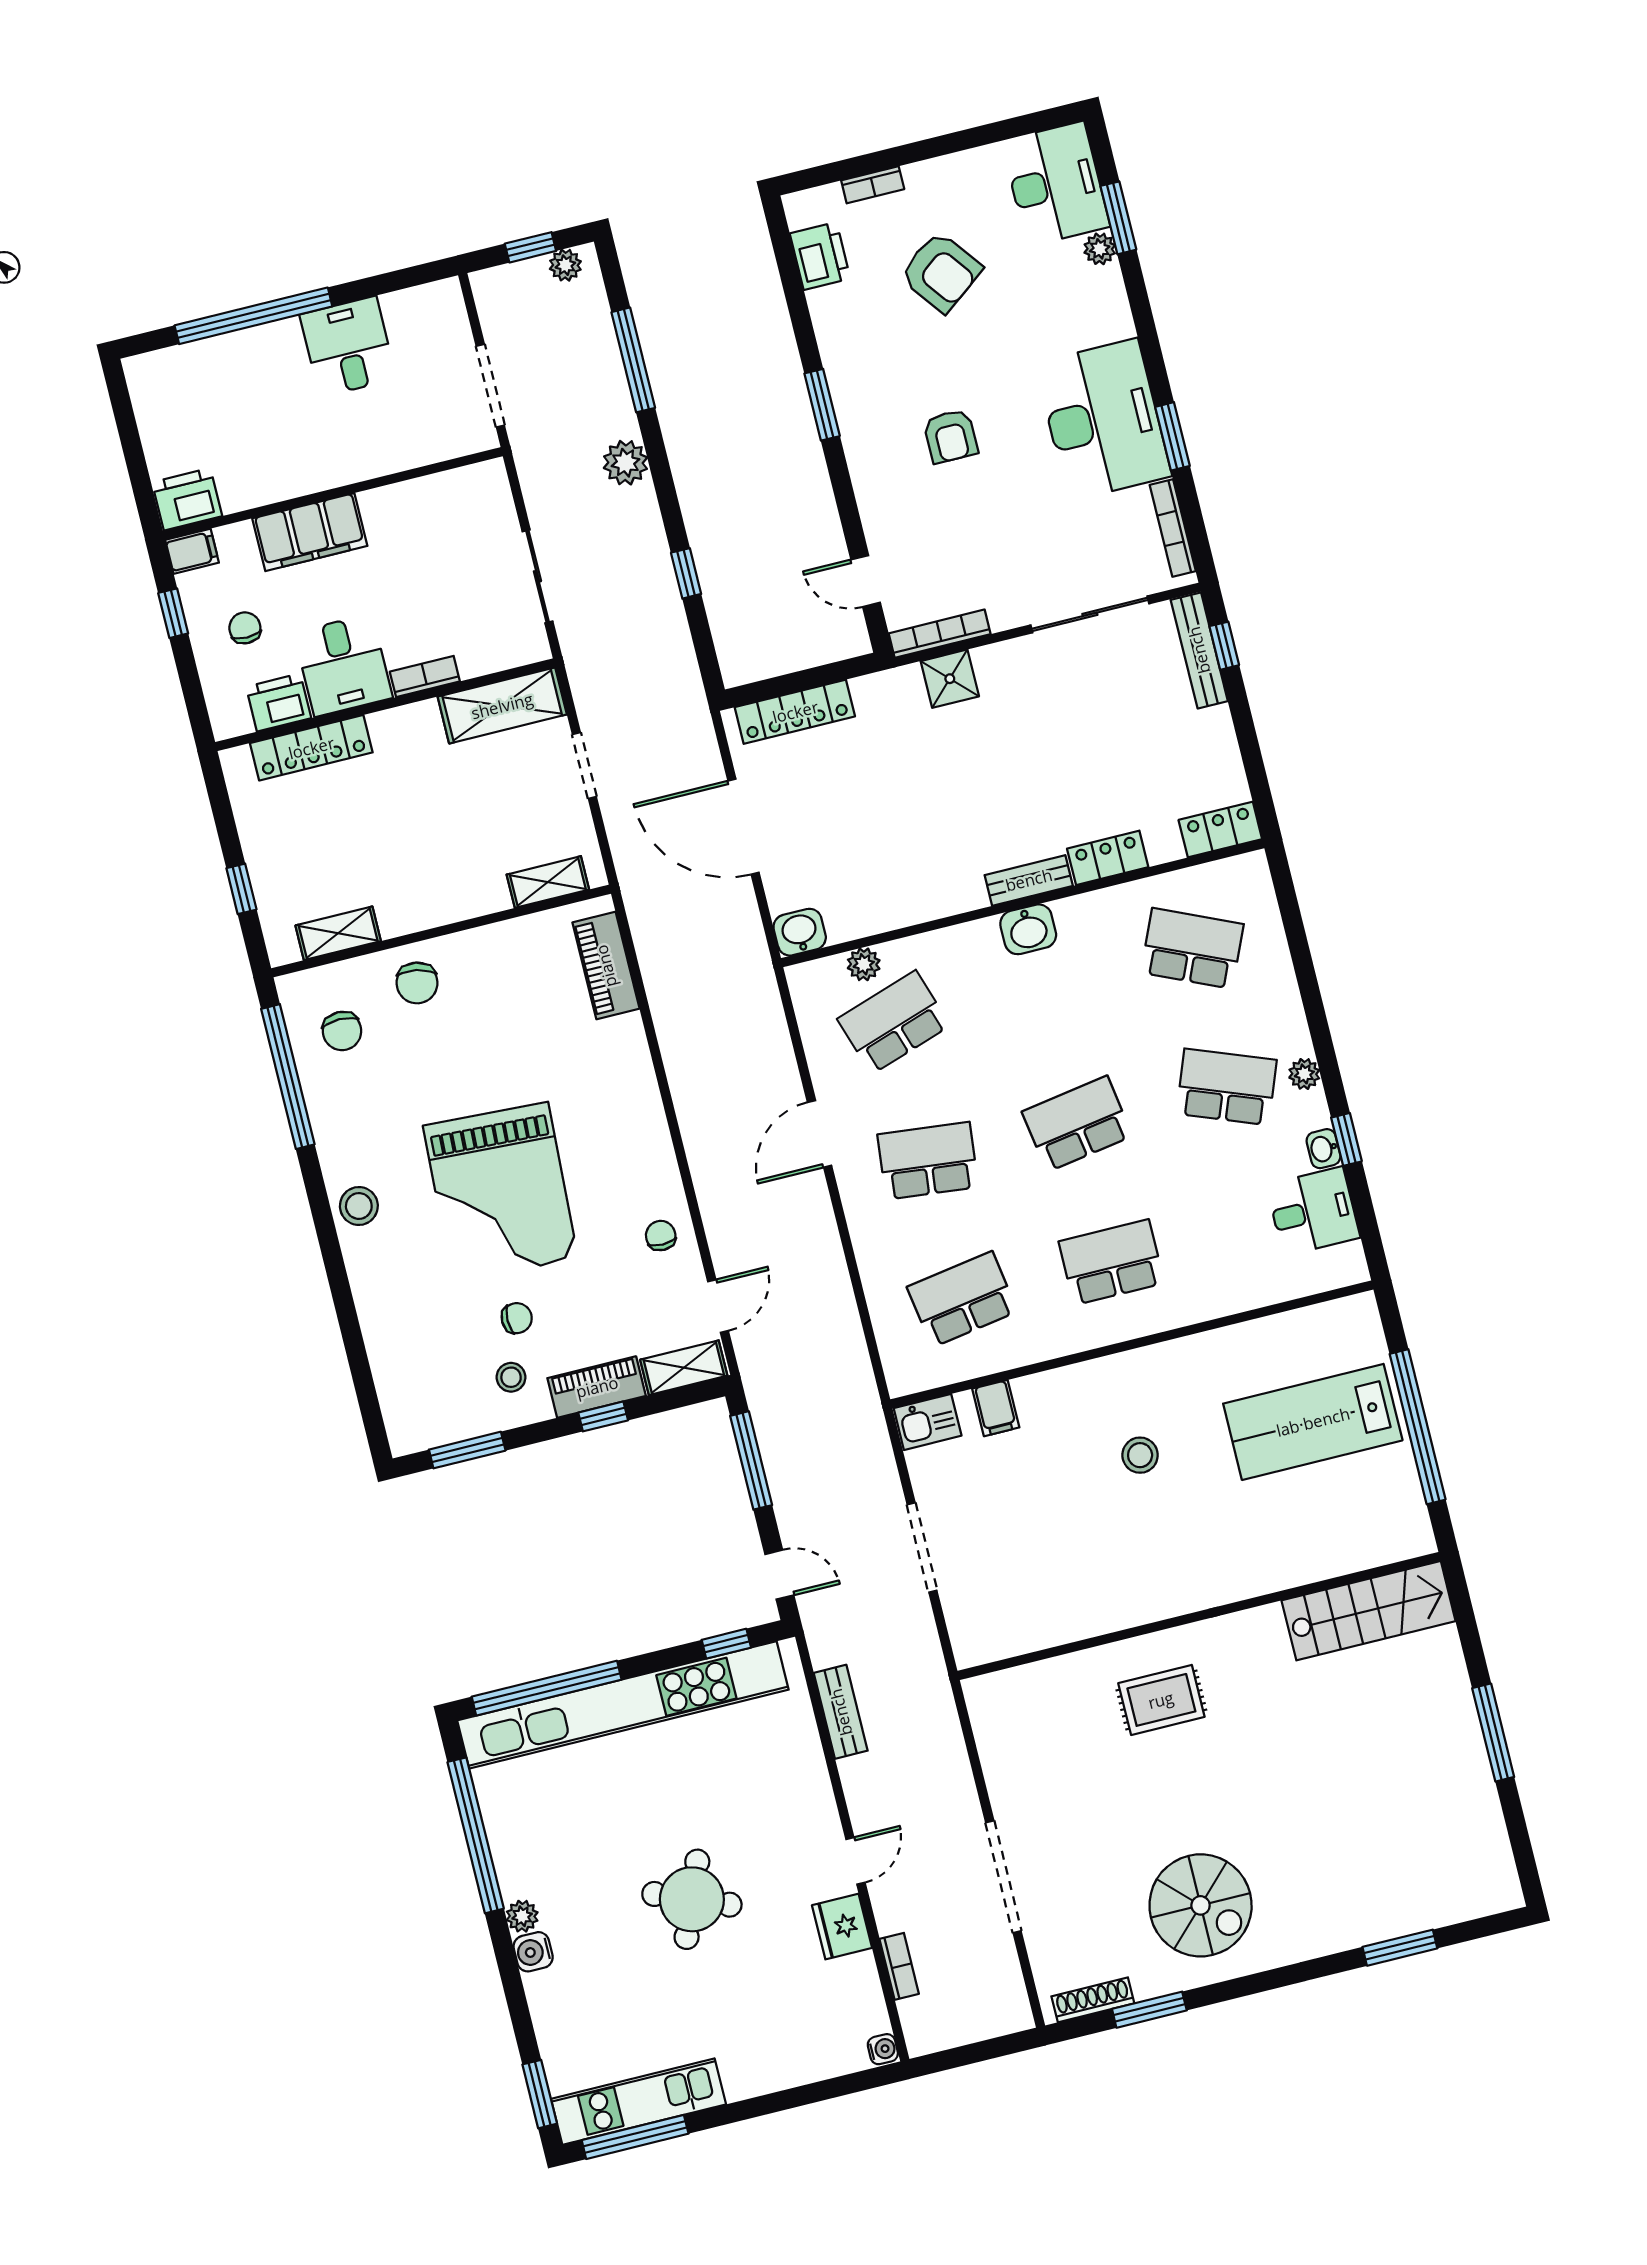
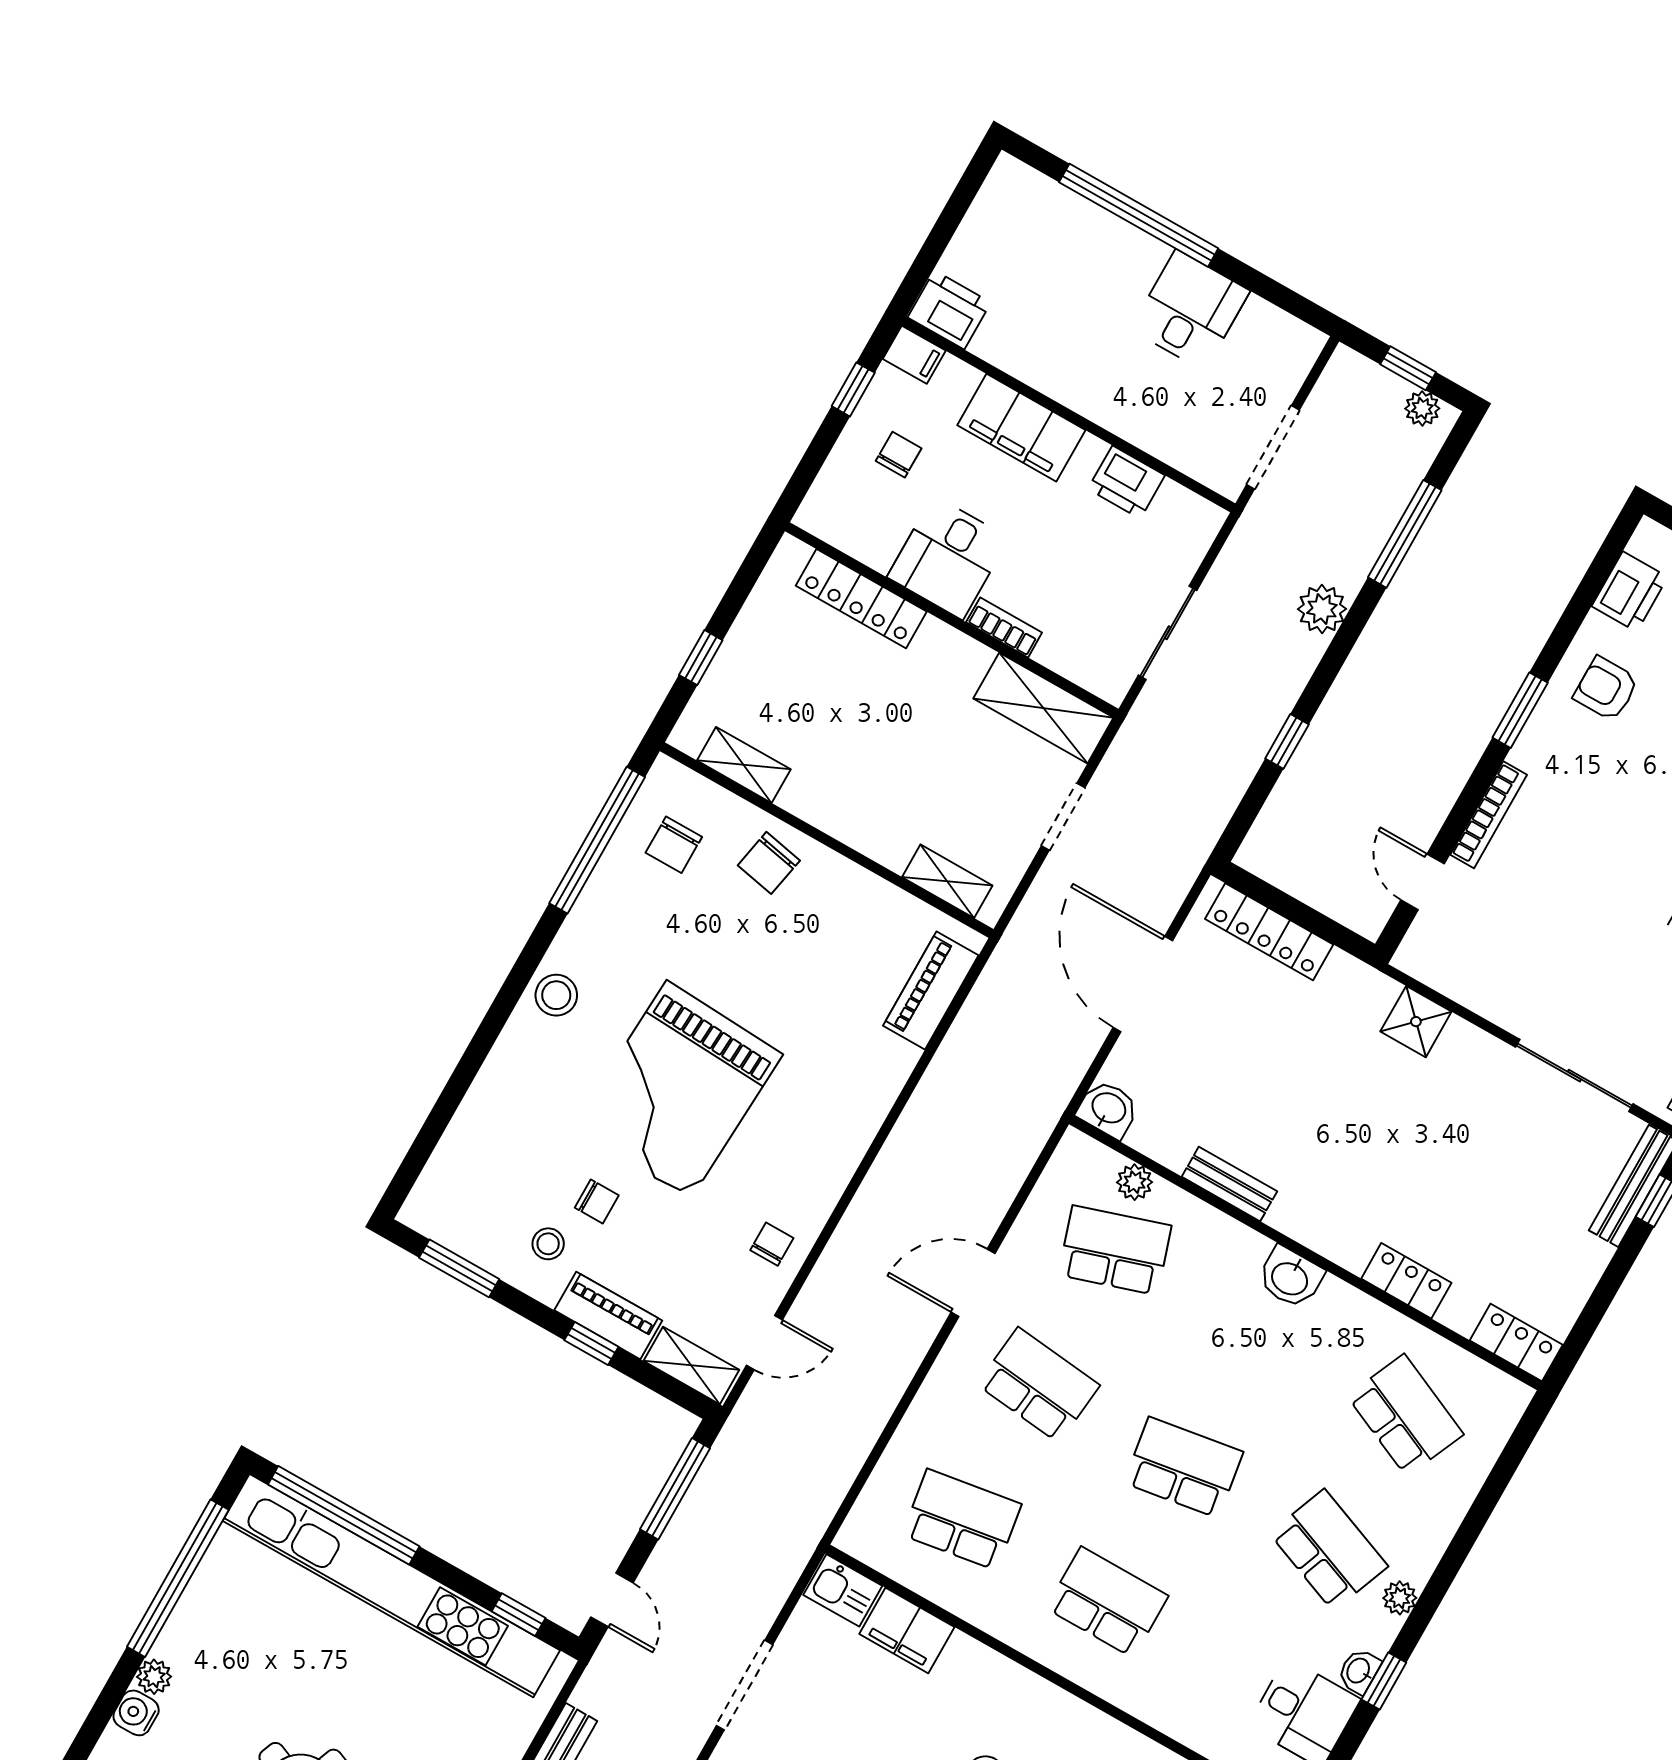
armchair: (951, 436) -> (1606, 689), moved, turned 90
bookcase: (940, 634) -> (1489, 815), moved, turned 90
printer: (279, 702) -> (1126, 482), moved, turned 180
bench: (1029, 880) -> (1229, 1184), moved
filing cabinet: (996, 1408) -> (907, 1630), width x2.00

